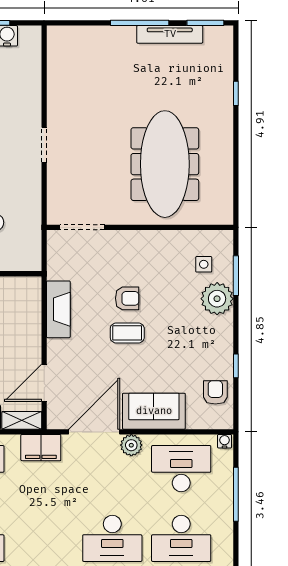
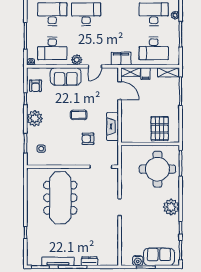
dresser: (105, 35) -> (89, 261), added
armchair: (127, 298) -> (88, 139), moved
plant: (217, 299) -> (35, 118), moved
door: (44, 383) -> (120, 91), hinge flipped
door: (94, 432) -> (95, 66), width x0.53

